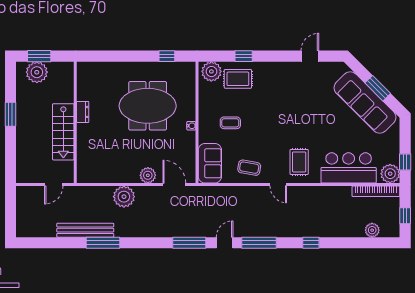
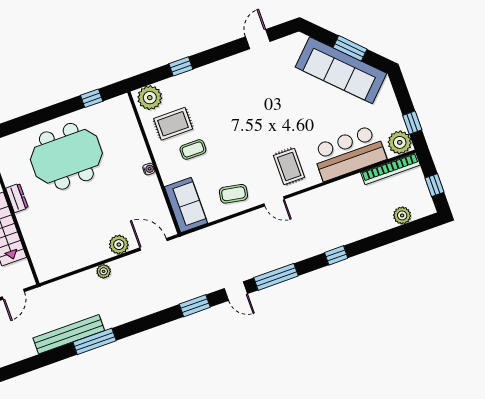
rug: (238, 79) -> (173, 124), moved
meeting table: (148, 106) -> (66, 156), moved
plant: (124, 197) -> (104, 271), width x0.53, depth x0.53
window: (189, 243) -> (195, 306), width x0.69
door: (225, 243) -> (236, 291), swing flipped

